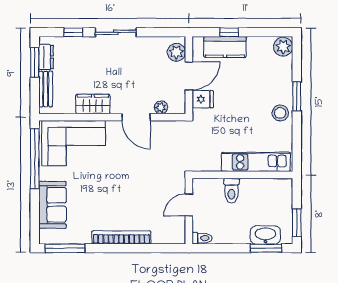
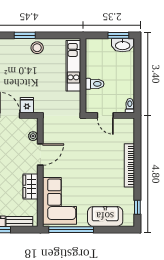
washbasin: (265, 235) -> (123, 45), moved, turned -90
window: (65, 248) -> (137, 207), width x0.46
window: (266, 248) -> (137, 58), removed

